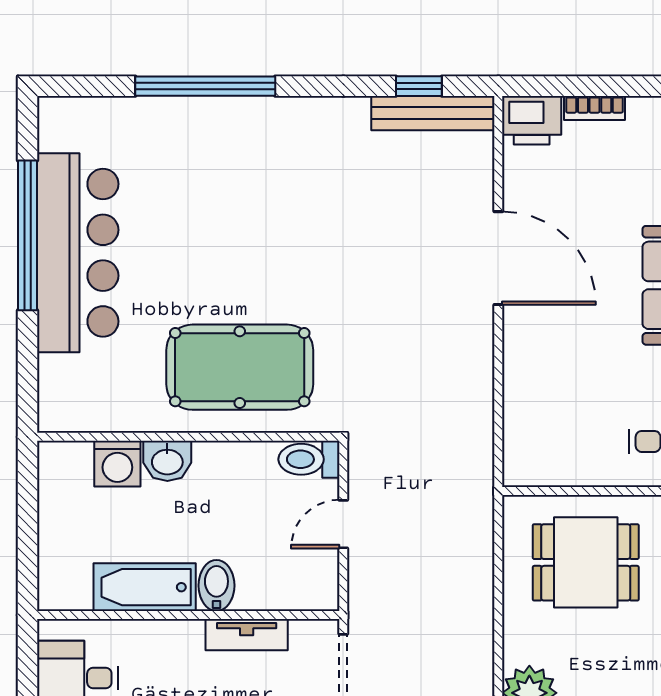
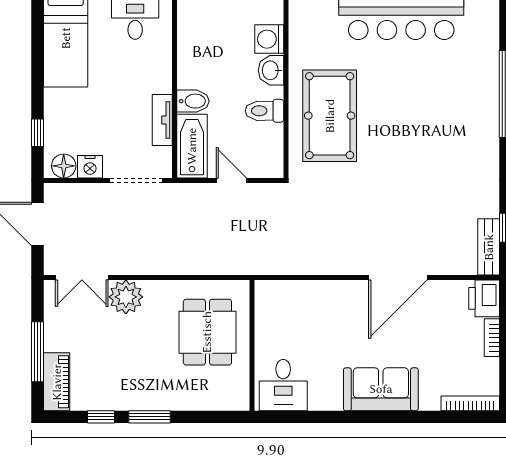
bench: (433, 113) -> (489, 247), width x0.73
toilet: (309, 459) -> (265, 111), moved, turned -90
bathtub: (145, 587) -> (192, 146), moved

